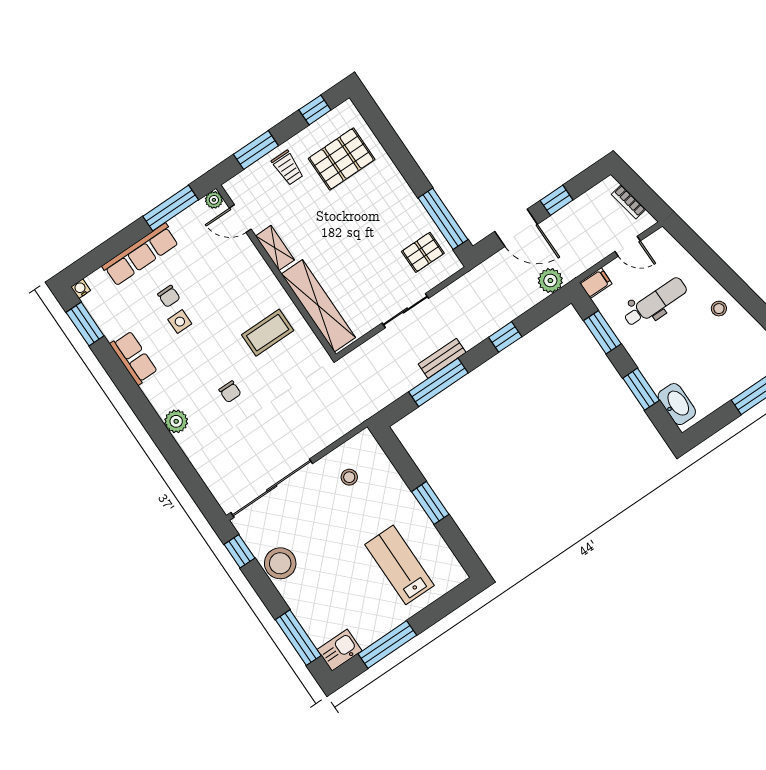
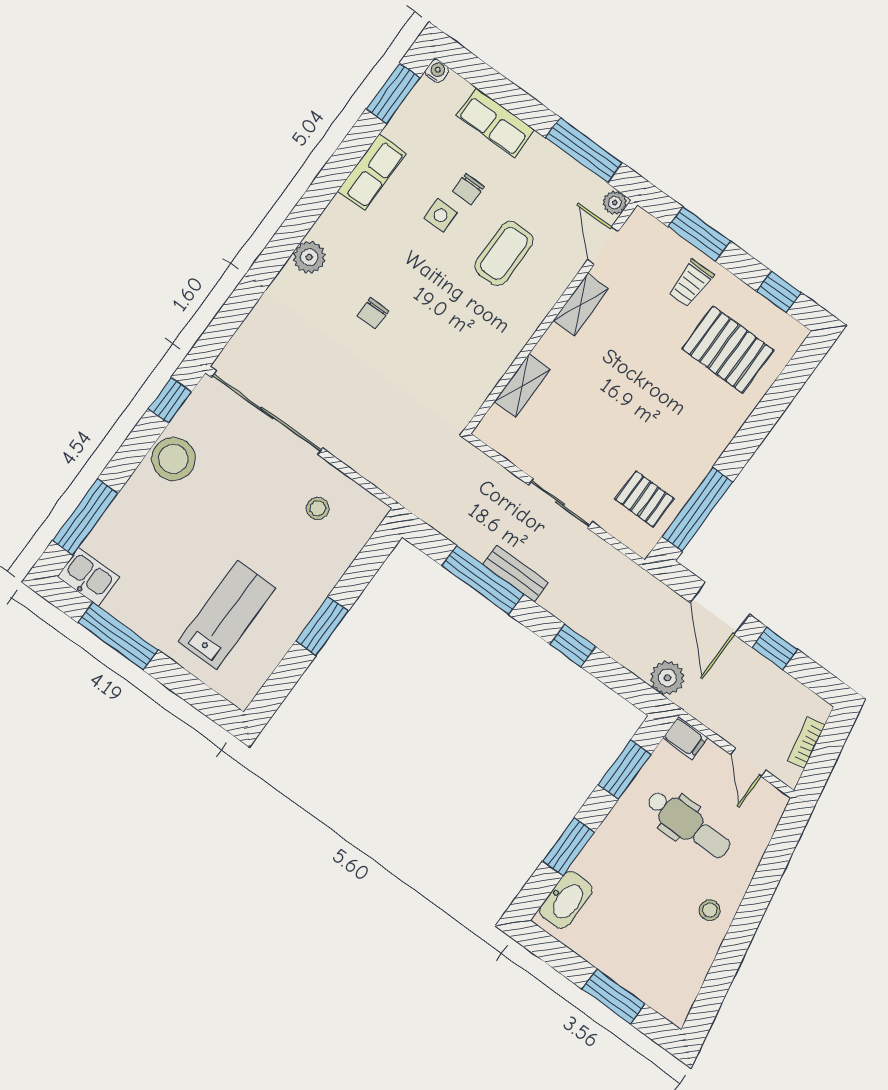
row of seats: (140, 255) -> (495, 123), width x0.68
shelving: (318, 306) -> (522, 385), width x0.45, depth x0.75
coffee table: (268, 333) -> (504, 253), moved, turned 90

